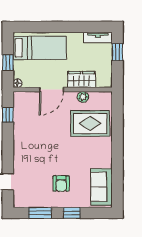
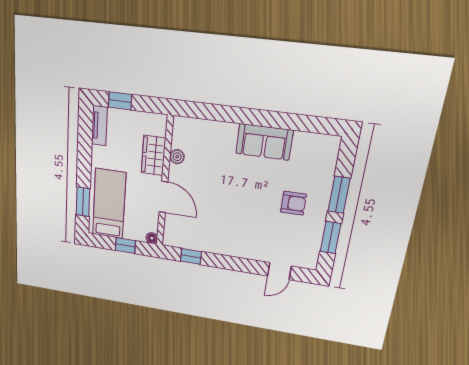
window: (38, 27) -> (83, 202), added
rug: (90, 123) -> (215, 152), removed
sofa: (102, 187) -> (264, 142), moved
window: (72, 213) -> (339, 195), width x1.50

